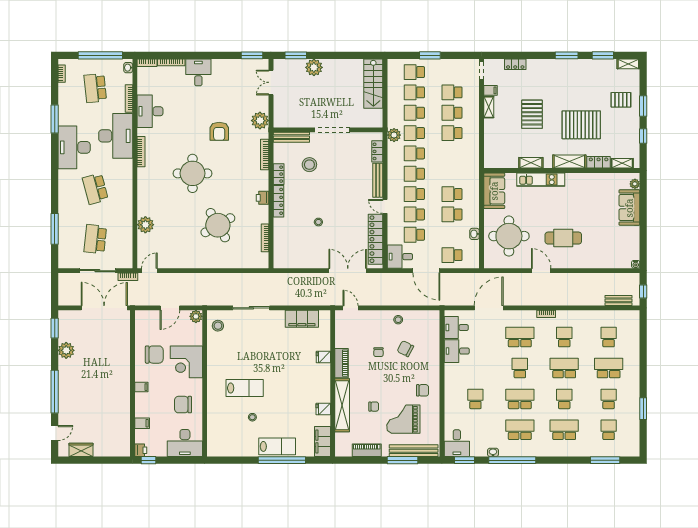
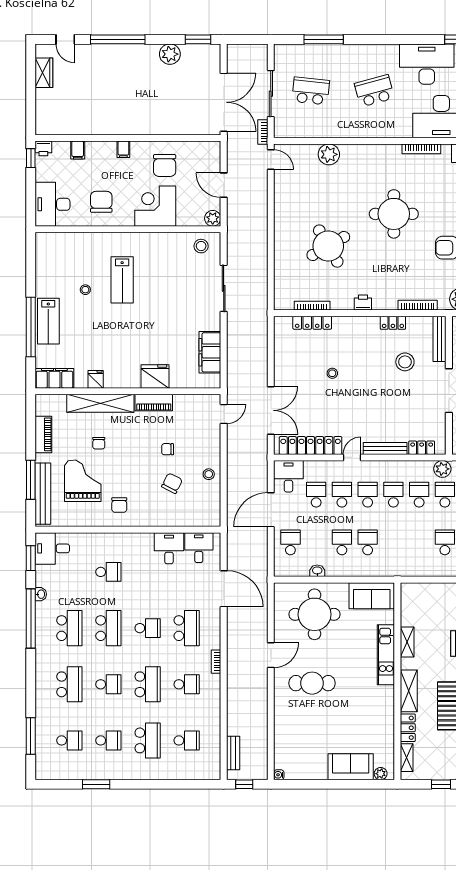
locker: (279, 201) -> (312, 323), moved
cafe table: (563, 238) -> (312, 683), turned 90
fridge: (323, 357) -> (155, 376), width x1.88, depth x1.34

